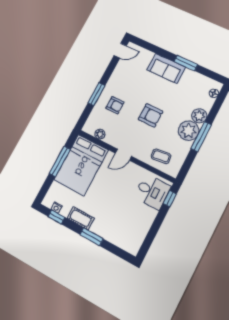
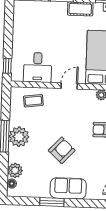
armchair: (151, 115) -> (62, 150), moved, turned 133
plant: (199, 116) -> (15, 170), moved
desk: (152, 192) -> (38, 67), moved, turned -90

